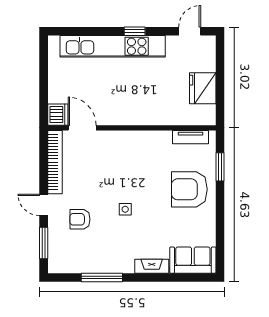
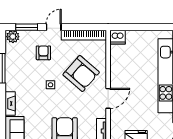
door: (82, 128) -> (108, 98), moved
armchair: (109, 166) -> (81, 73), added
plant: (57, 263) -> (13, 37), added

